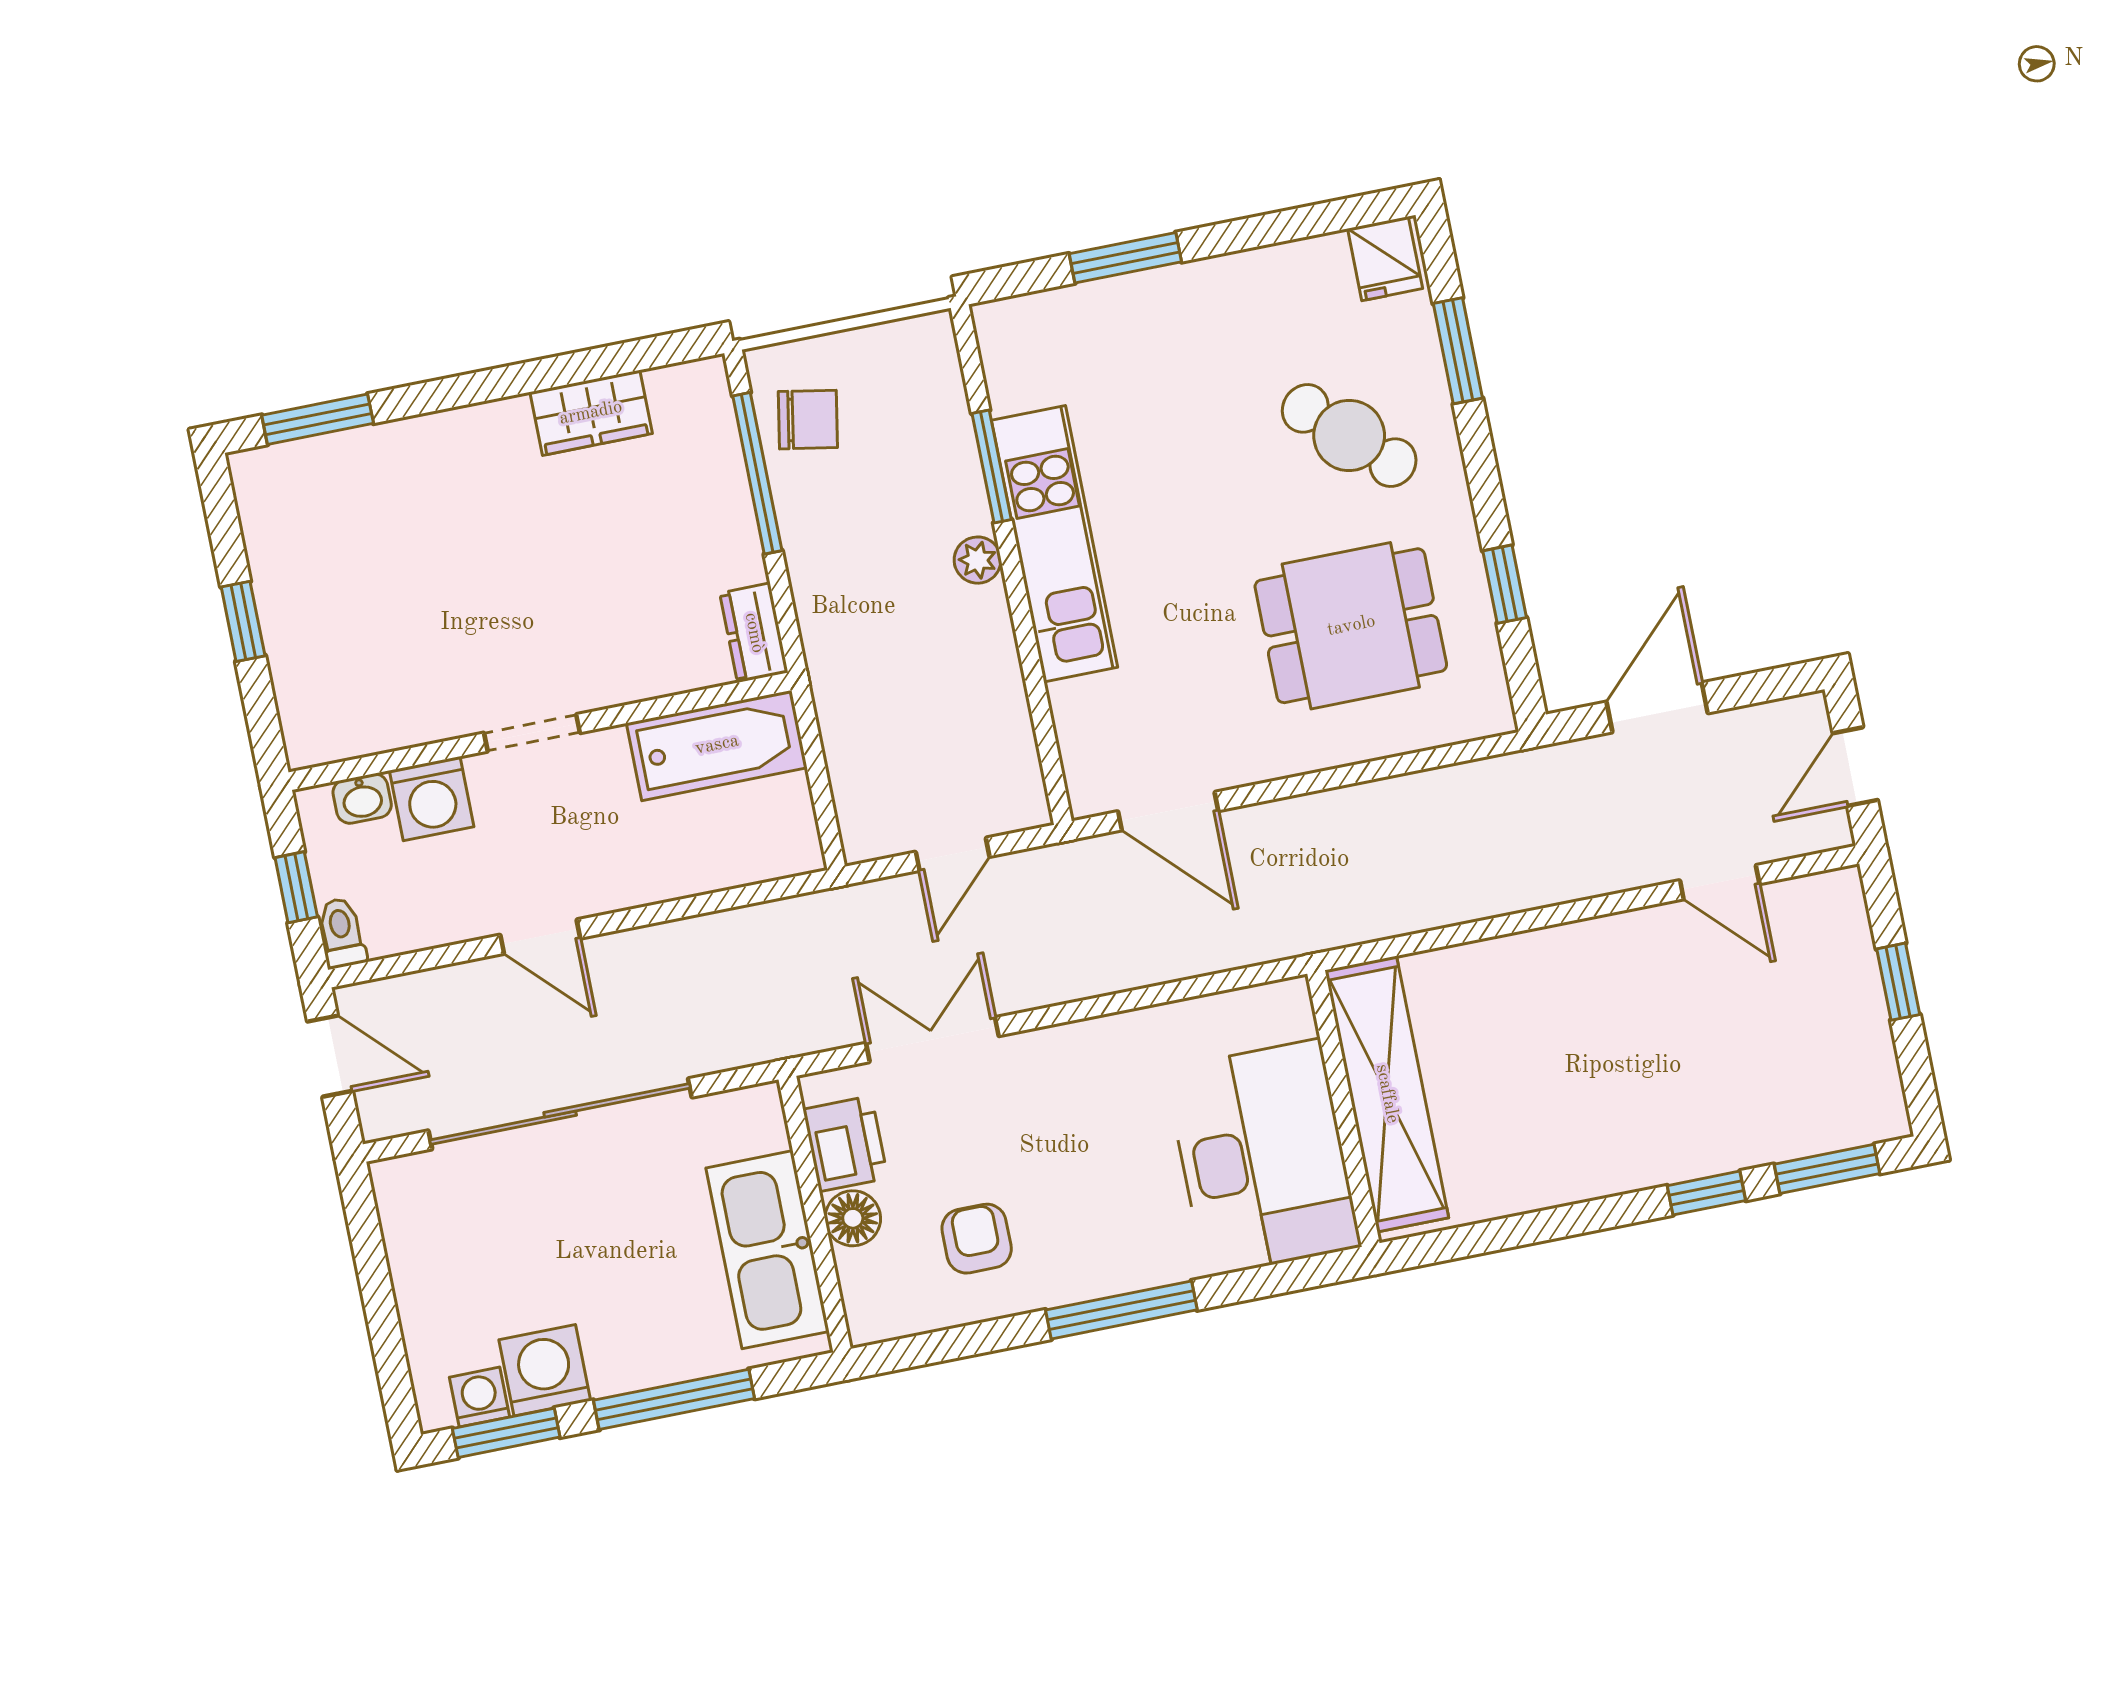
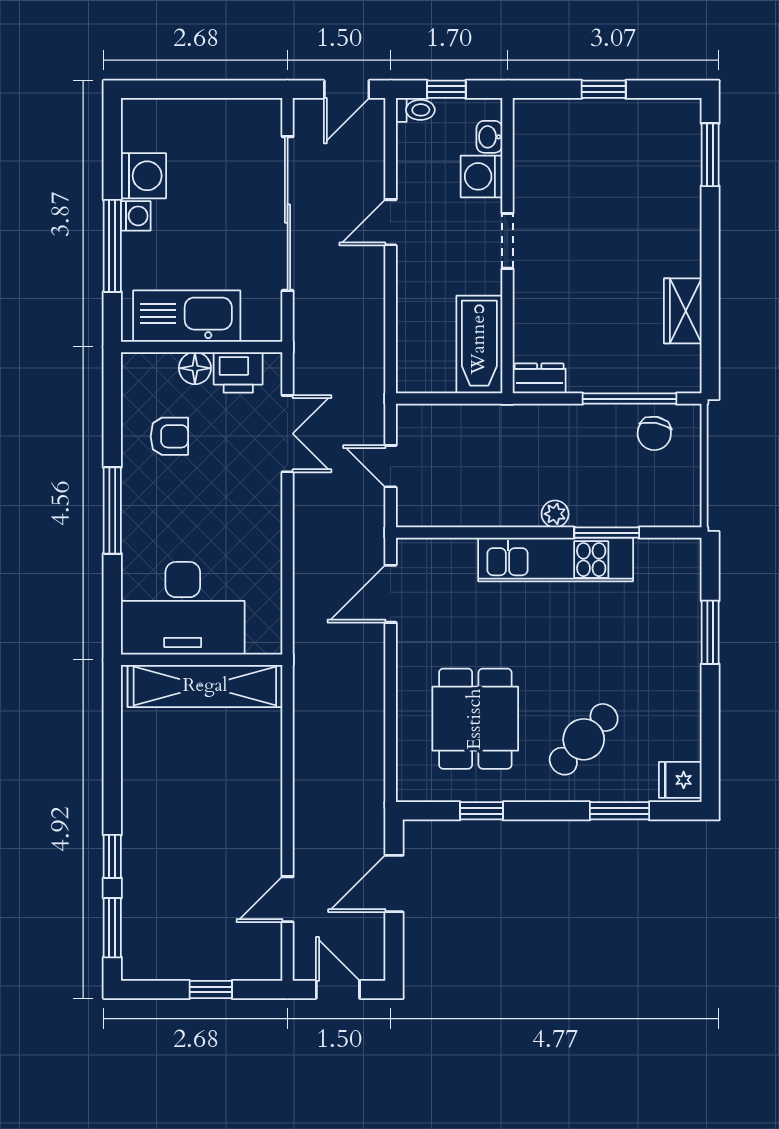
door: (1657, 707) -> (394, 884), swing flipped
washing machine: (480, 1397) -> (136, 216), moved
window: (506, 1433) -> (112, 147), removed

